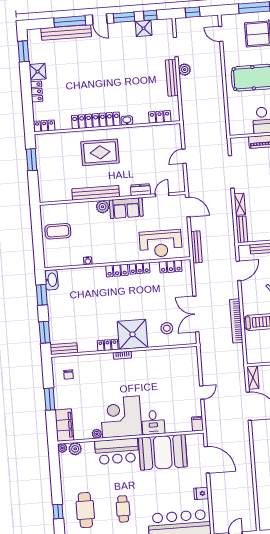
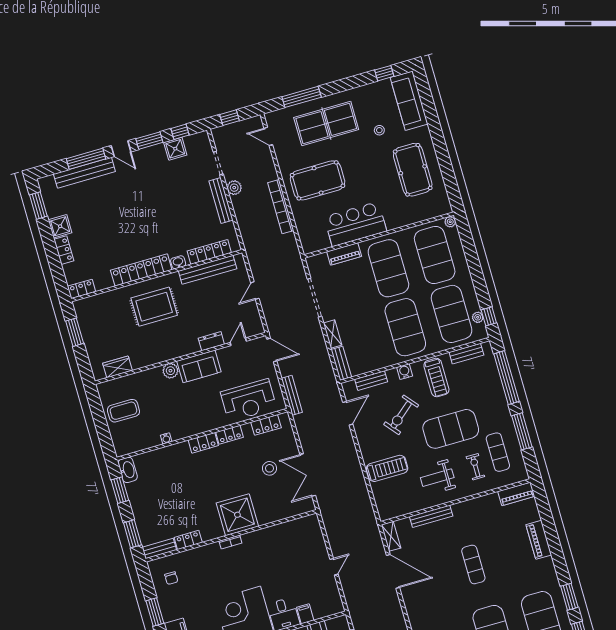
locker: (160, 117) -> (209, 252), width x1.53
bench: (96, 193) -> (208, 270), moved
wardrobe: (60, 195) -> (118, 367), added
bookcase: (236, 321) -> (281, 207), moved
stool: (167, 328) -> (270, 468), moved
locker: (108, 345) -> (188, 540), moved
filing cabinet: (198, 424) -> (305, 614), moved

